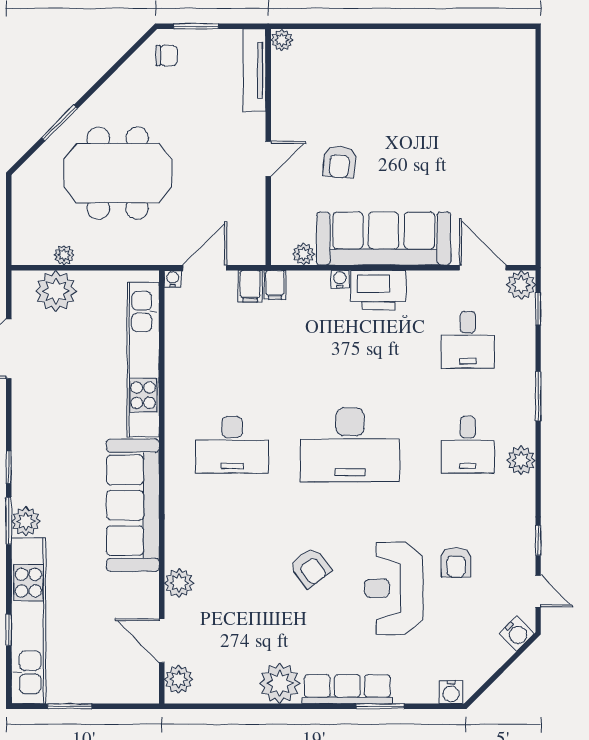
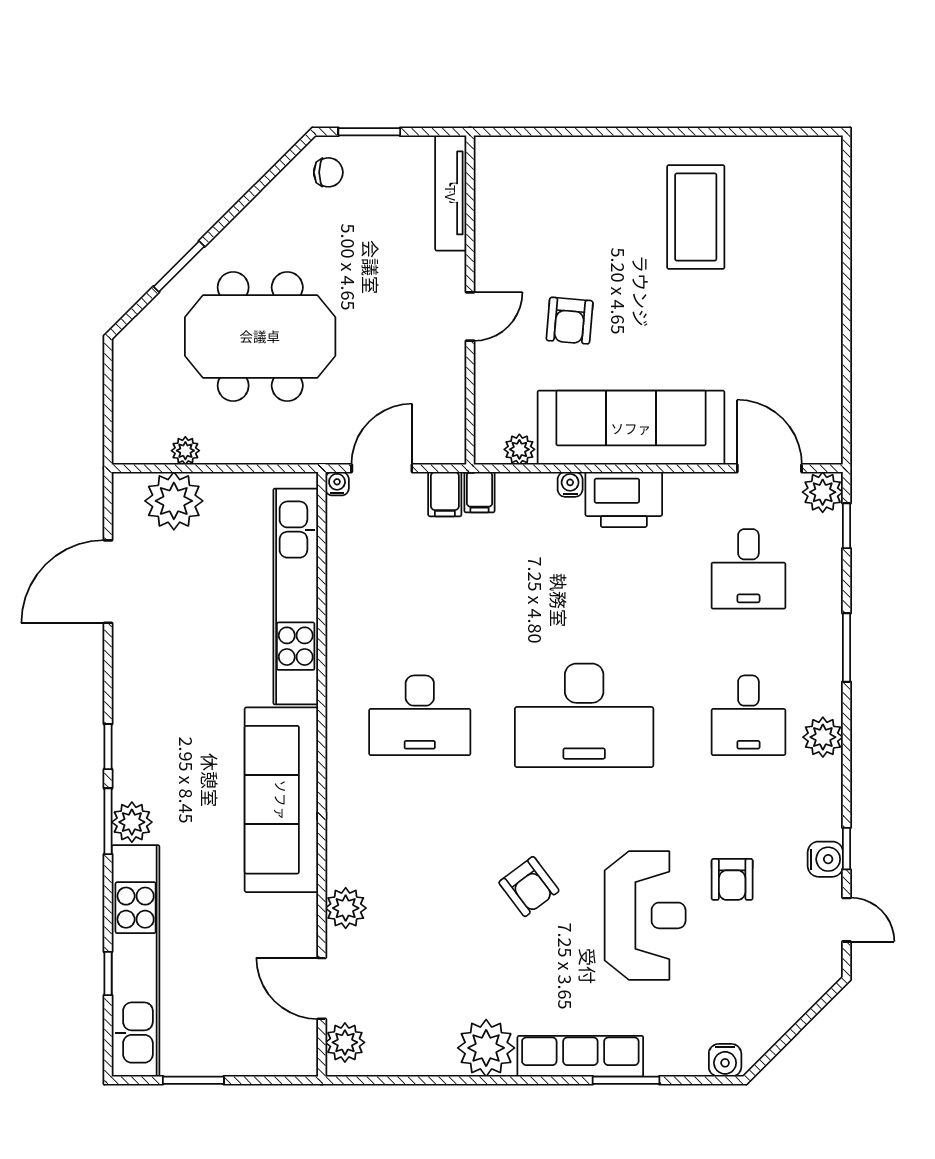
plant: (282, 40) -> (489, 150), removed
coffee table: (430, 88) -> (696, 217), added
reception desk: (394, 588) -> (645, 915), turned 180
water cooler: (517, 633) -> (825, 859), moved, turned -45

